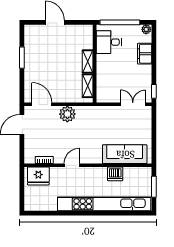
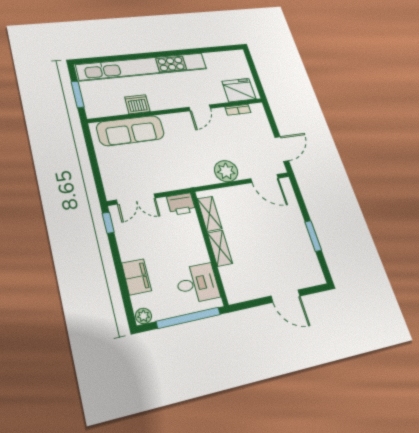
printer: (105, 96) -> (181, 204), added

